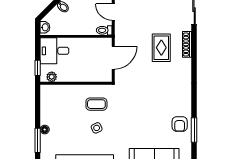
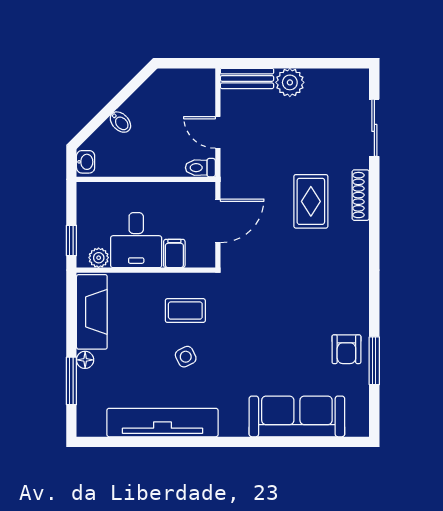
desk: (54, 51) -> (136, 240), moved, turned -90
filing cabinet: (91, 75) -> (174, 253), added
fireplace: (48, 105) -> (92, 312), added

